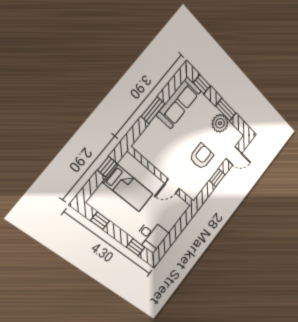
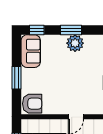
sofa: (179, 103) -> (31, 51), width x0.73
armchair: (201, 156) -> (32, 104), moved, turned 90

